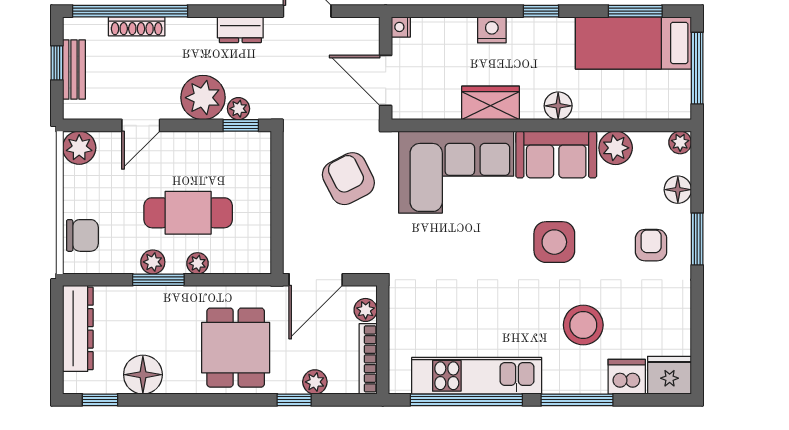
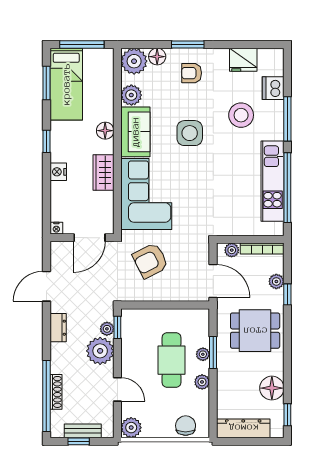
plant: (680, 142) -> (134, 61), width x1.87, depth x1.87
window: (158, 280) -> (213, 353), moved
fridge: (670, 375) -> (243, 60), moved, turned -90

